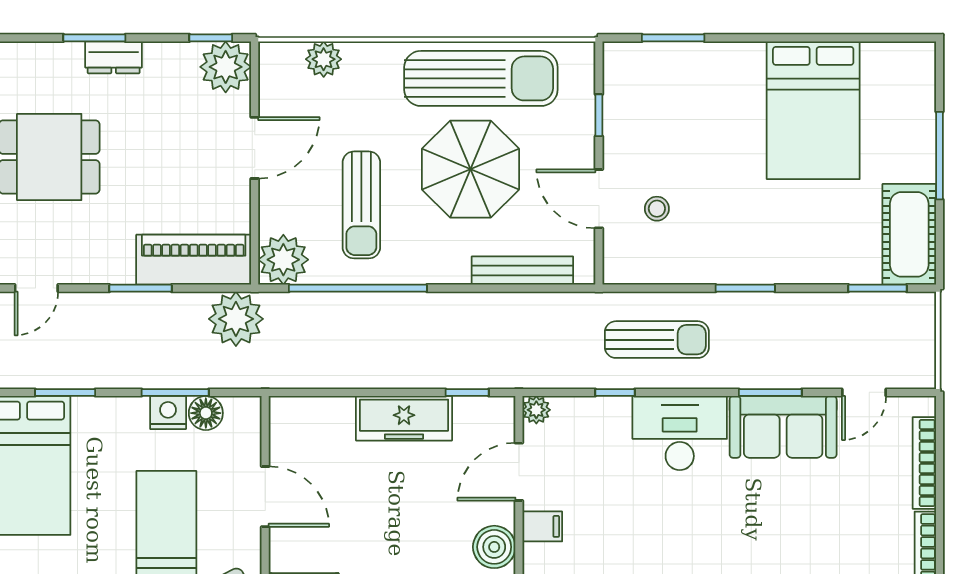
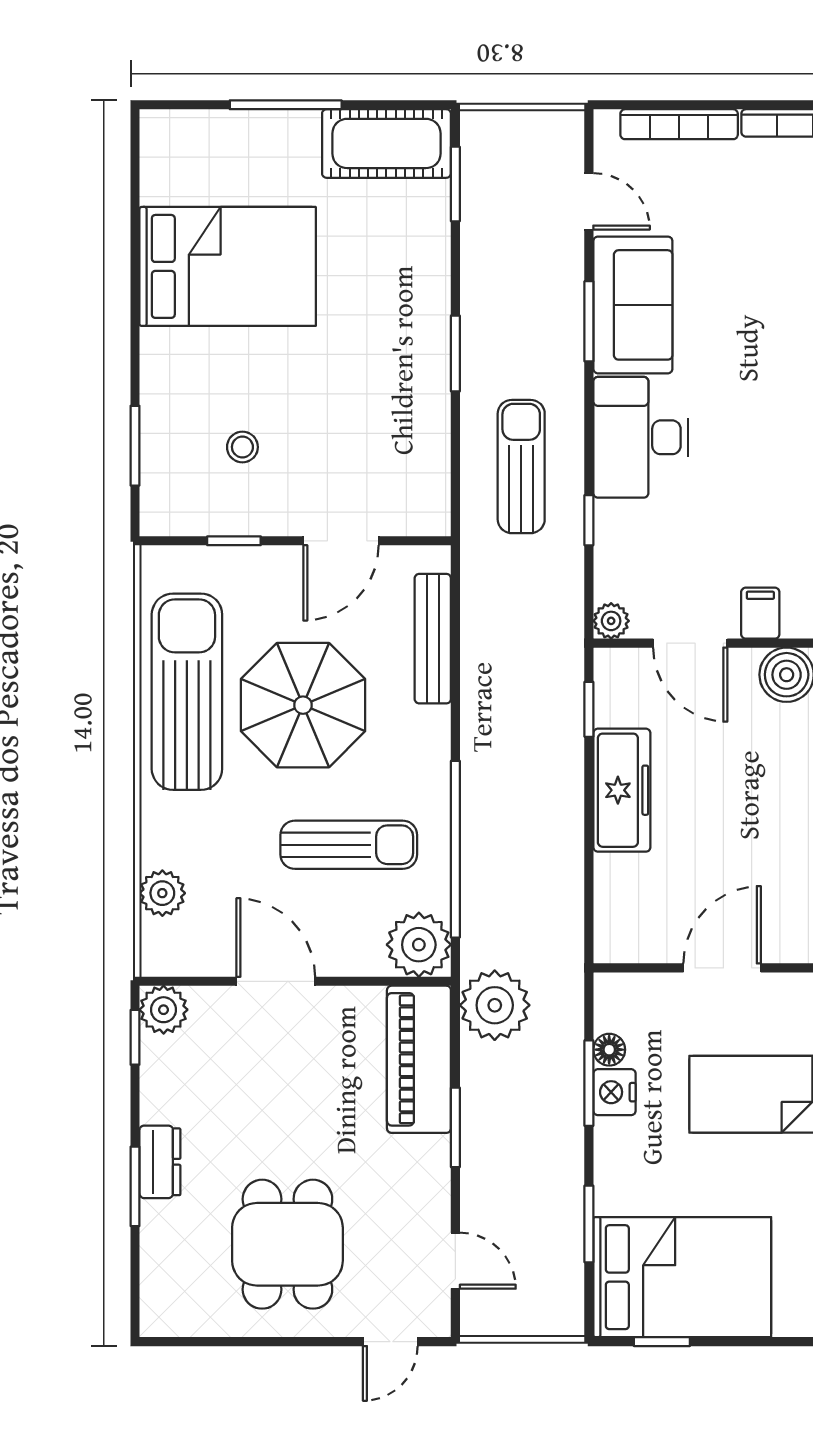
plant: (226, 67) -> (164, 1010), width x0.73, depth x0.73
stool: (657, 209) -> (242, 447), moved
floor lamp: (206, 413) -> (609, 1050), width x0.73, depth x0.73

